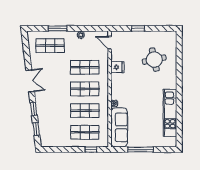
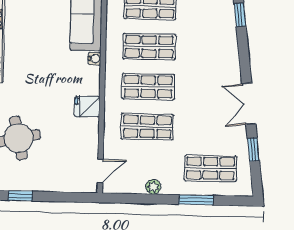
window: (138, 28) -> (20, 196), moved
door: (110, 43) -> (100, 171), hinge flipped
fridge: (117, 67) -> (87, 107), moved
window: (34, 109) -> (253, 149), moved

